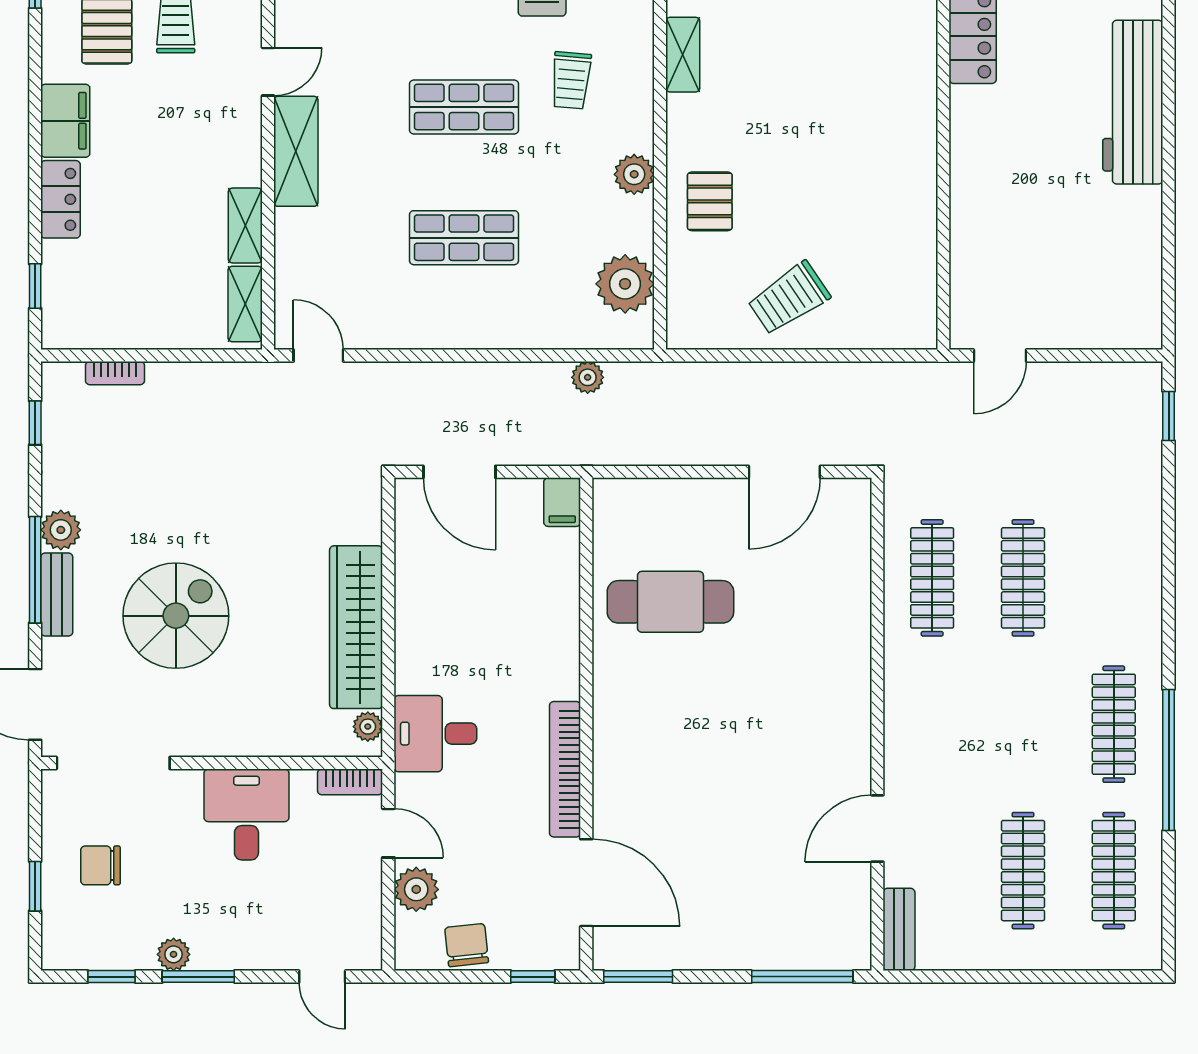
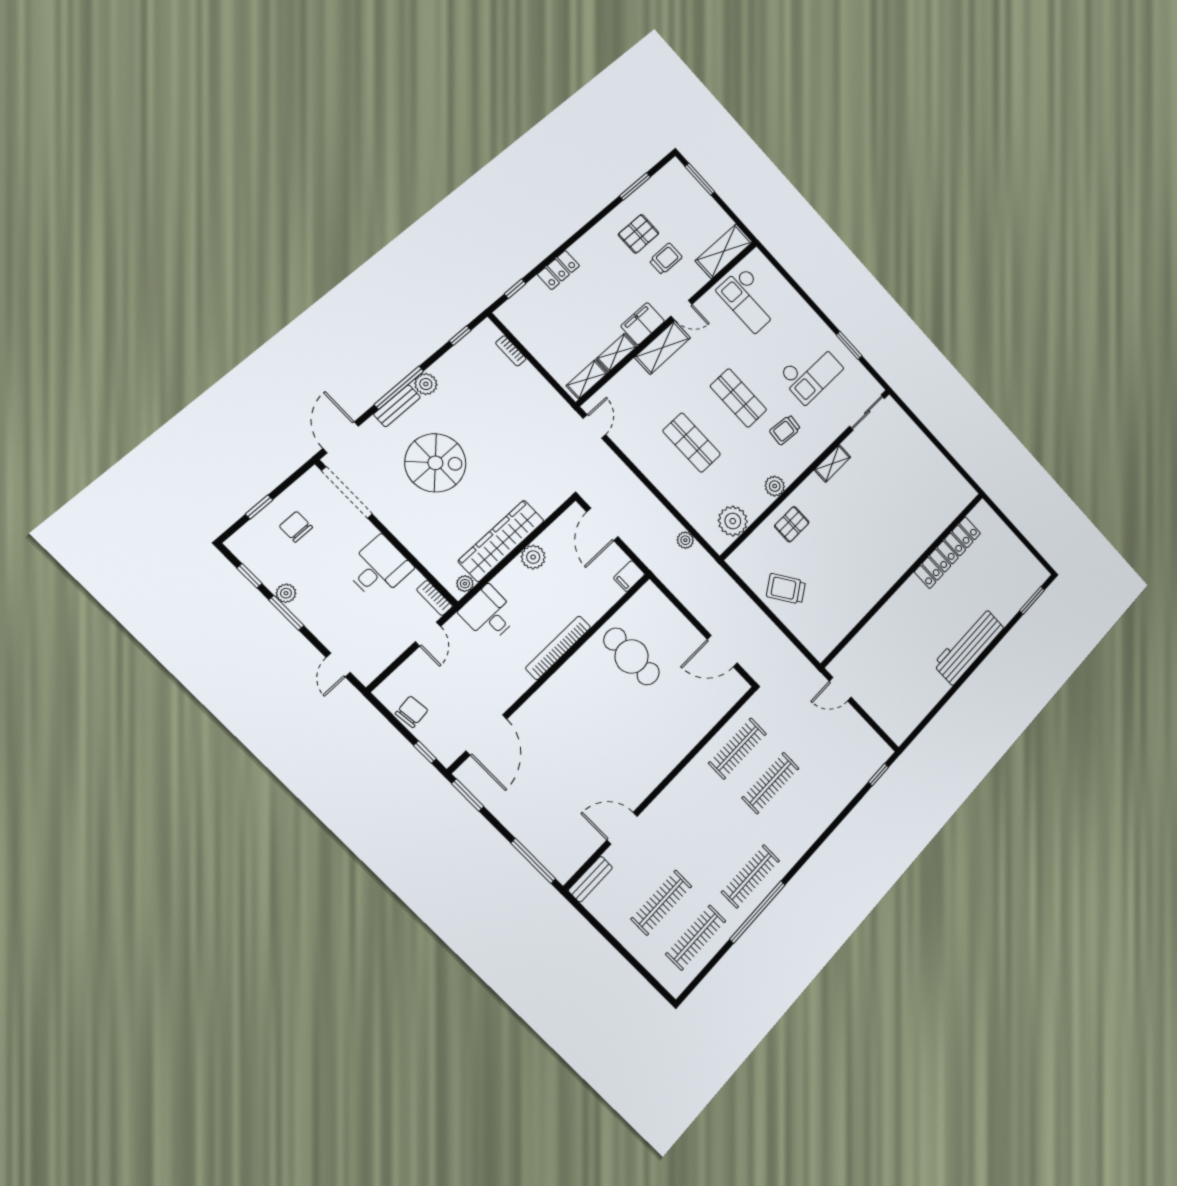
filing cabinet: (65, 121) -> (643, 324), moved, turned 180
bookcase: (565, 769) -> (558, 648), moved
plant: (416, 889) -> (533, 557), moved

